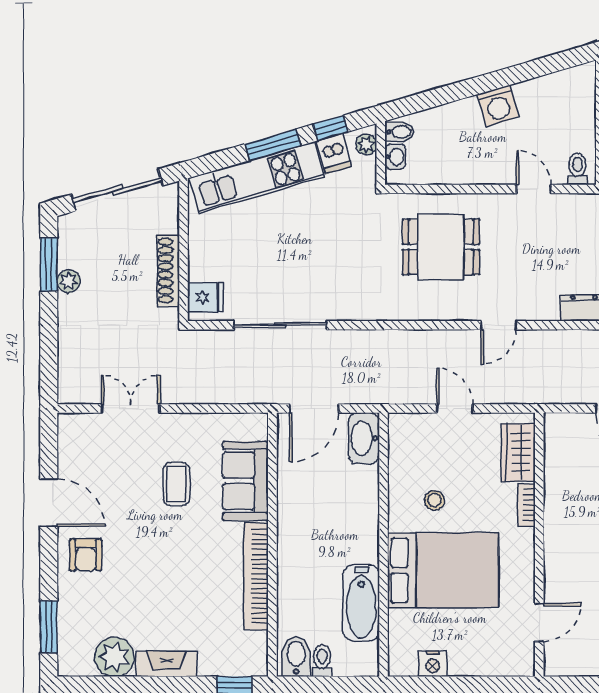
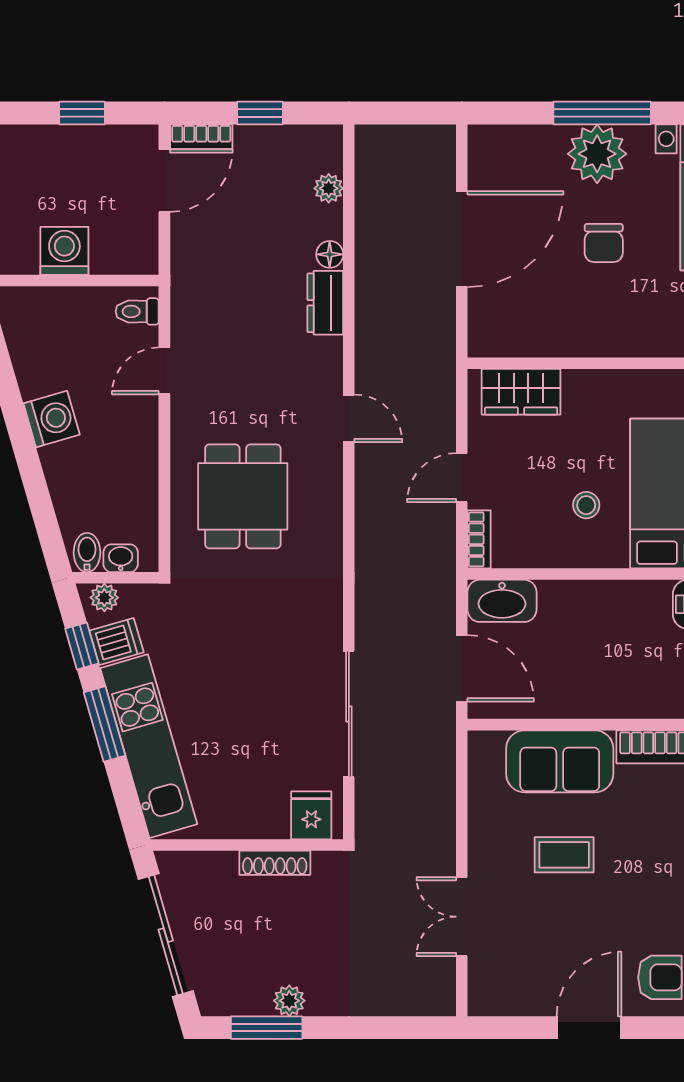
shoe rack: (168, 270) -> (275, 863), width x0.74, depth x0.81
bookcase: (526, 505) -> (479, 539), moved, turned -90

